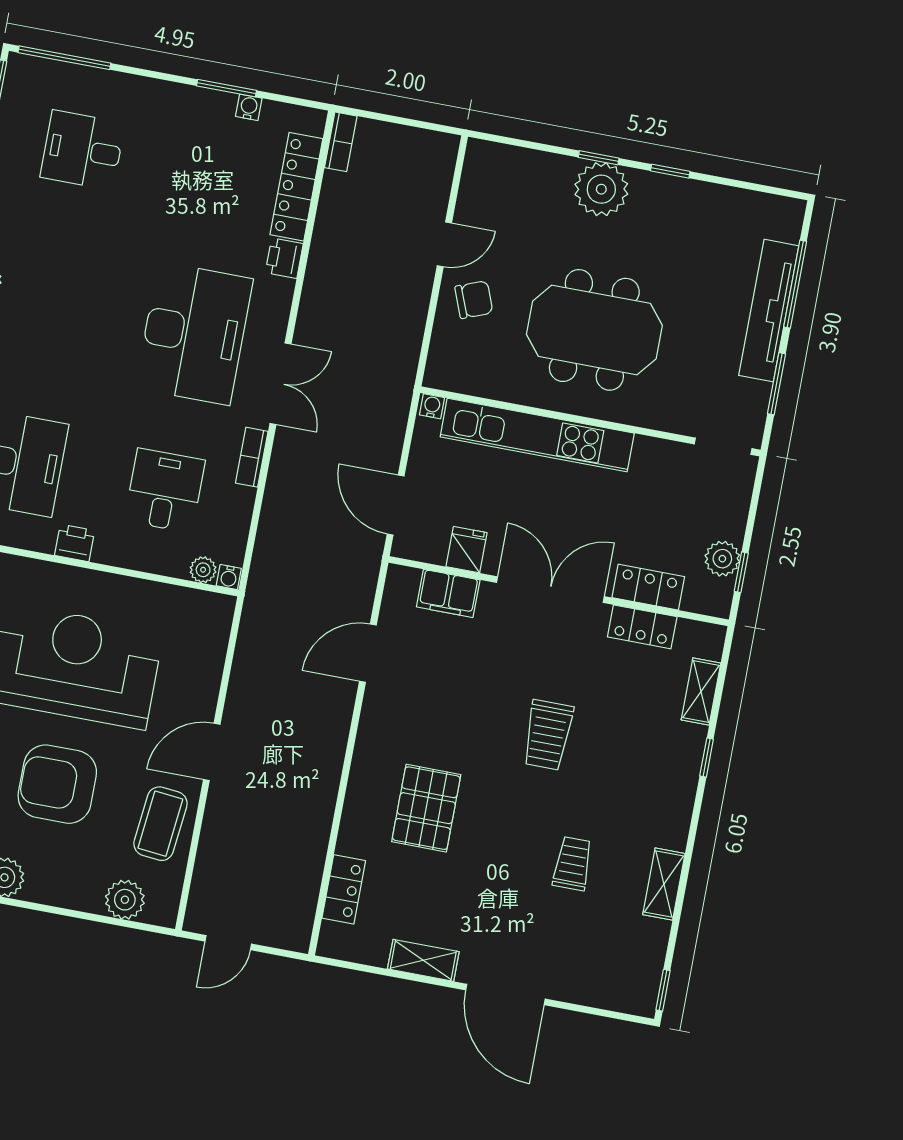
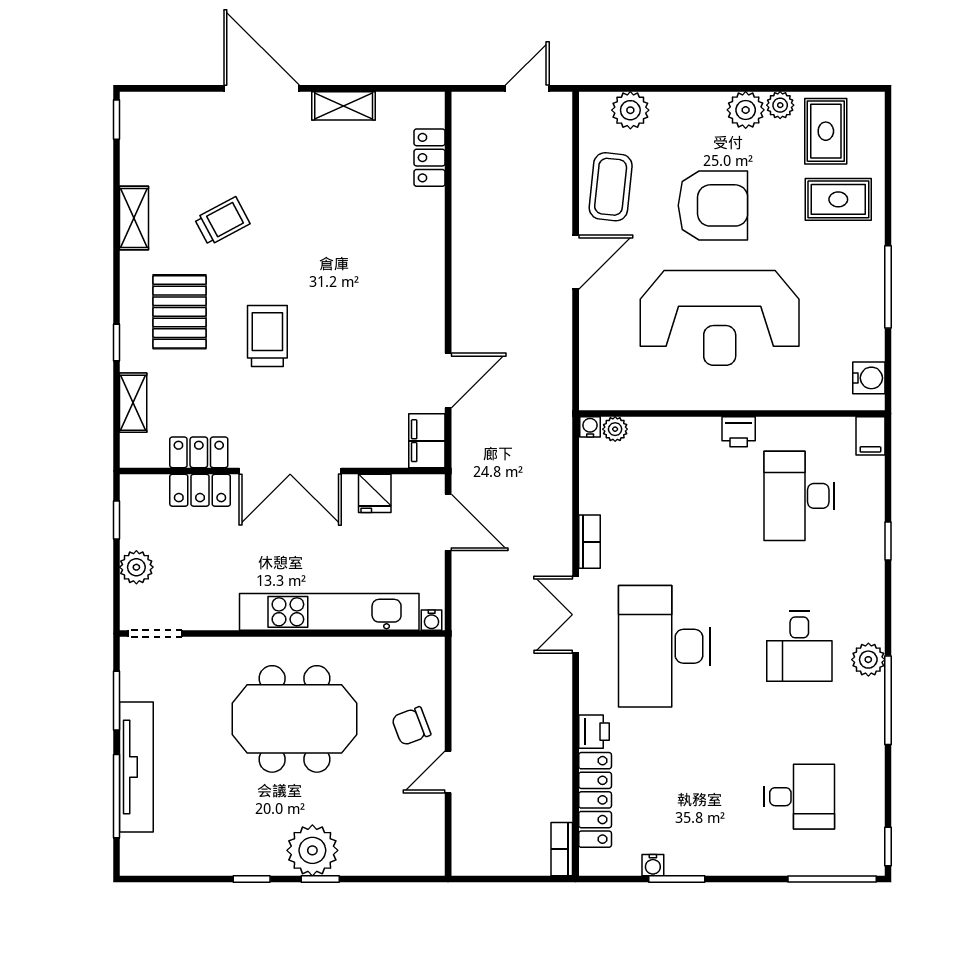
desk: (165, 490) -> (799, 646), moved
plant: (722, 559) -> (136, 567), moved
filing cabinet: (448, 593) -> (427, 441), moved, turned -90
pallet: (426, 808) -> (180, 312), moved
trolley: (573, 864) -> (222, 221), turned -118

